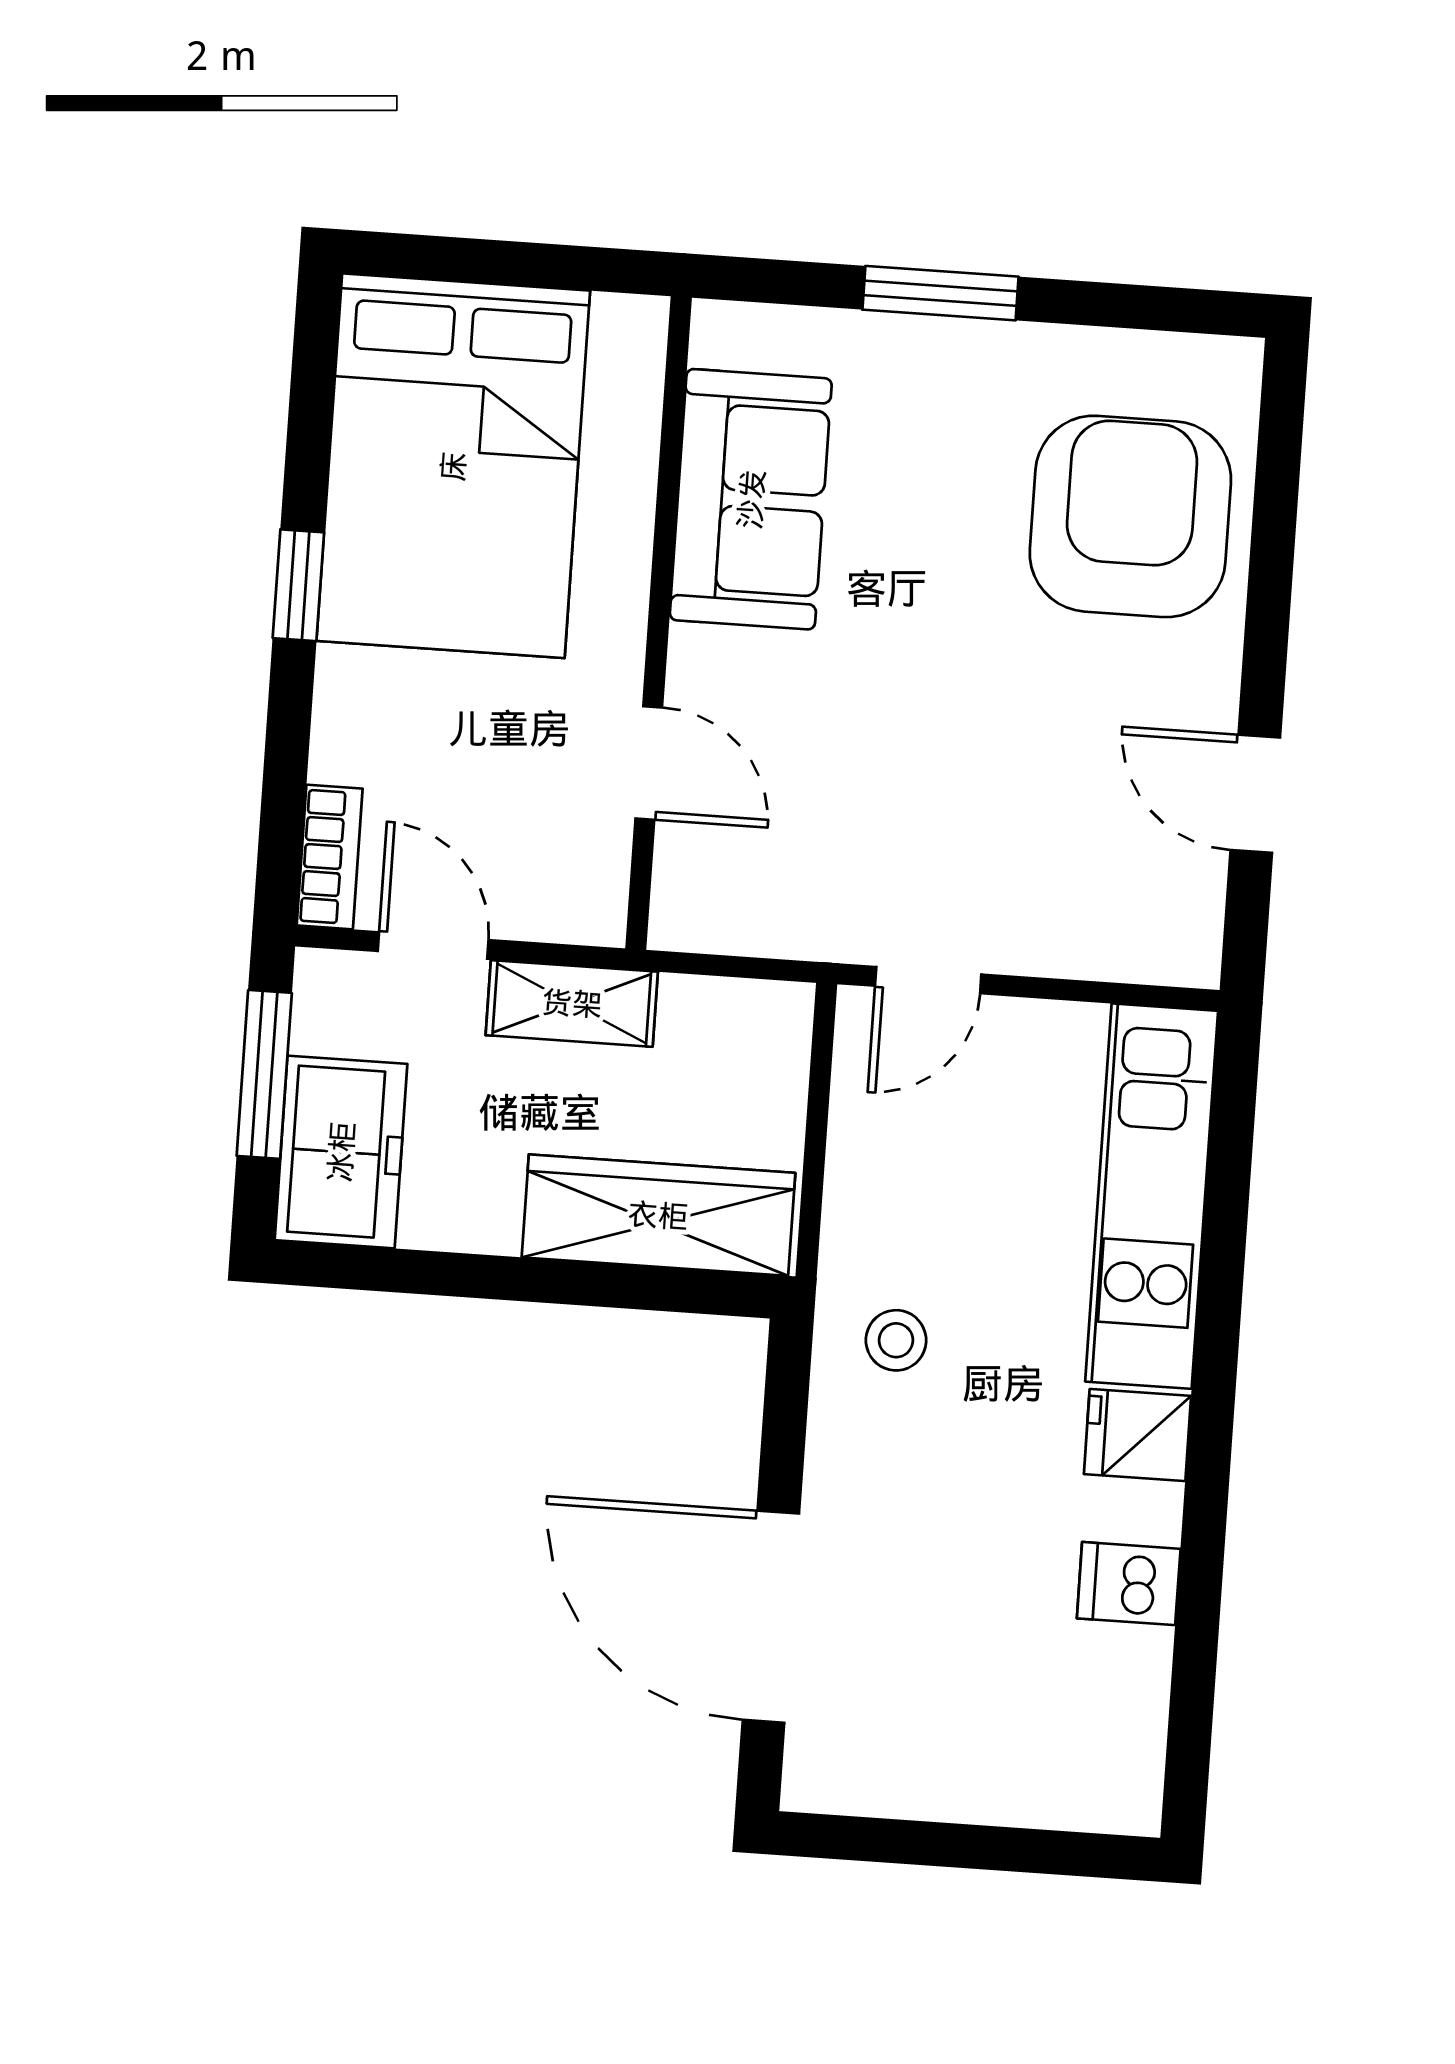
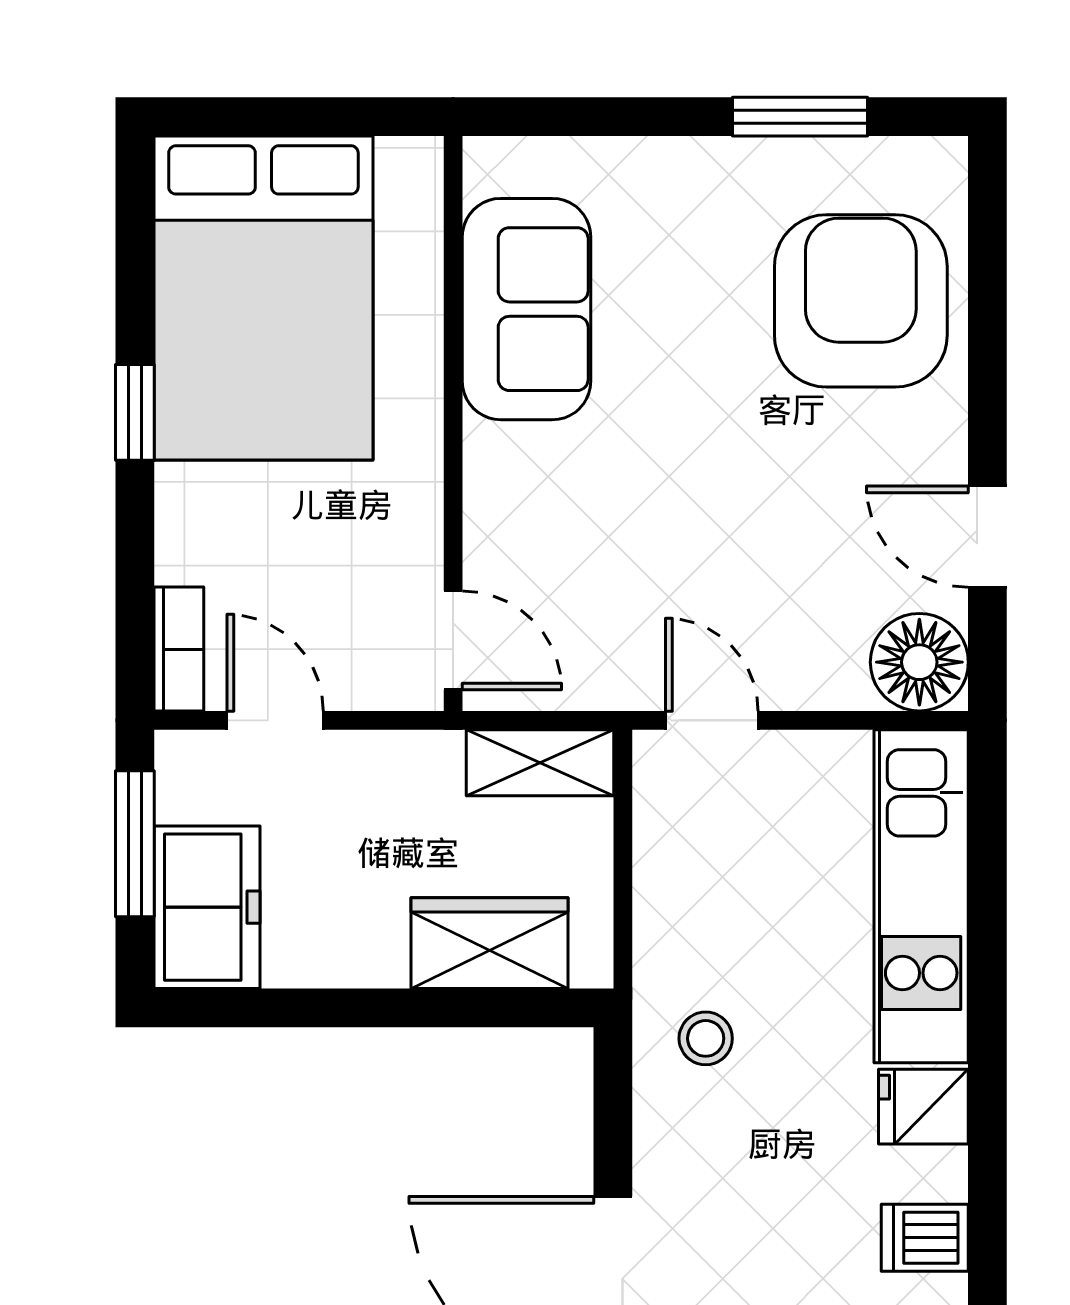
window: (940, 293) -> (800, 117), moved
door: (649, 763) -> (453, 640), moved
floor lamp: (1168, 931) -> (919, 662), added
door: (928, 980) -> (712, 720), swing flipped
shelving: (572, 1003) -> (540, 763), moved
wardrobe: (658, 1215) -> (489, 943), width x0.67

